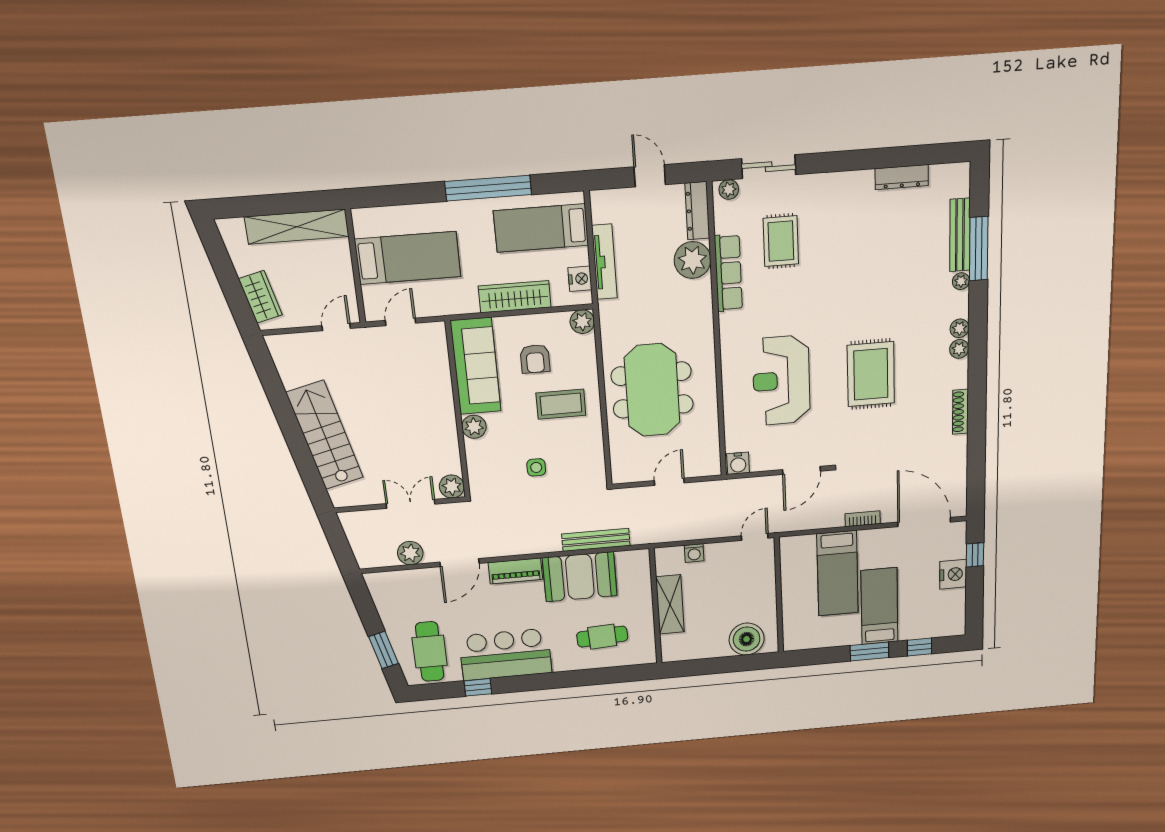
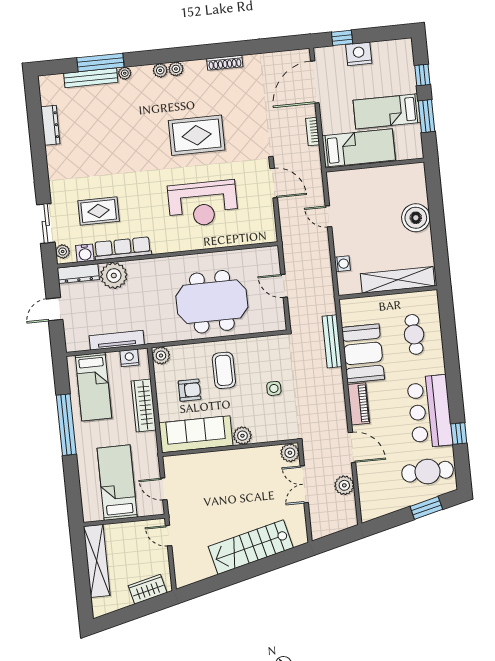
water cooler: (738, 463) -> (85, 253), moved, turned 90
wall: (779, 595) -> (375, 165), moved
shelving: (670, 604) -> (398, 280), width x1.47

